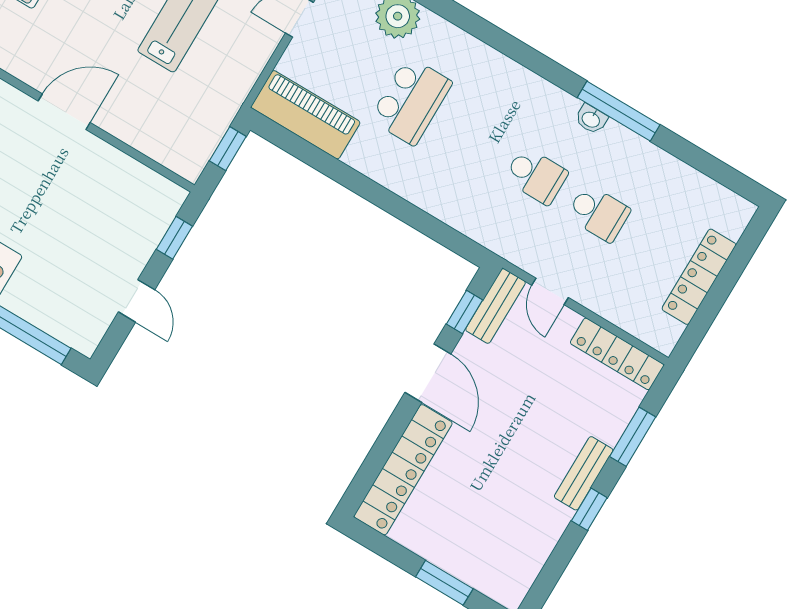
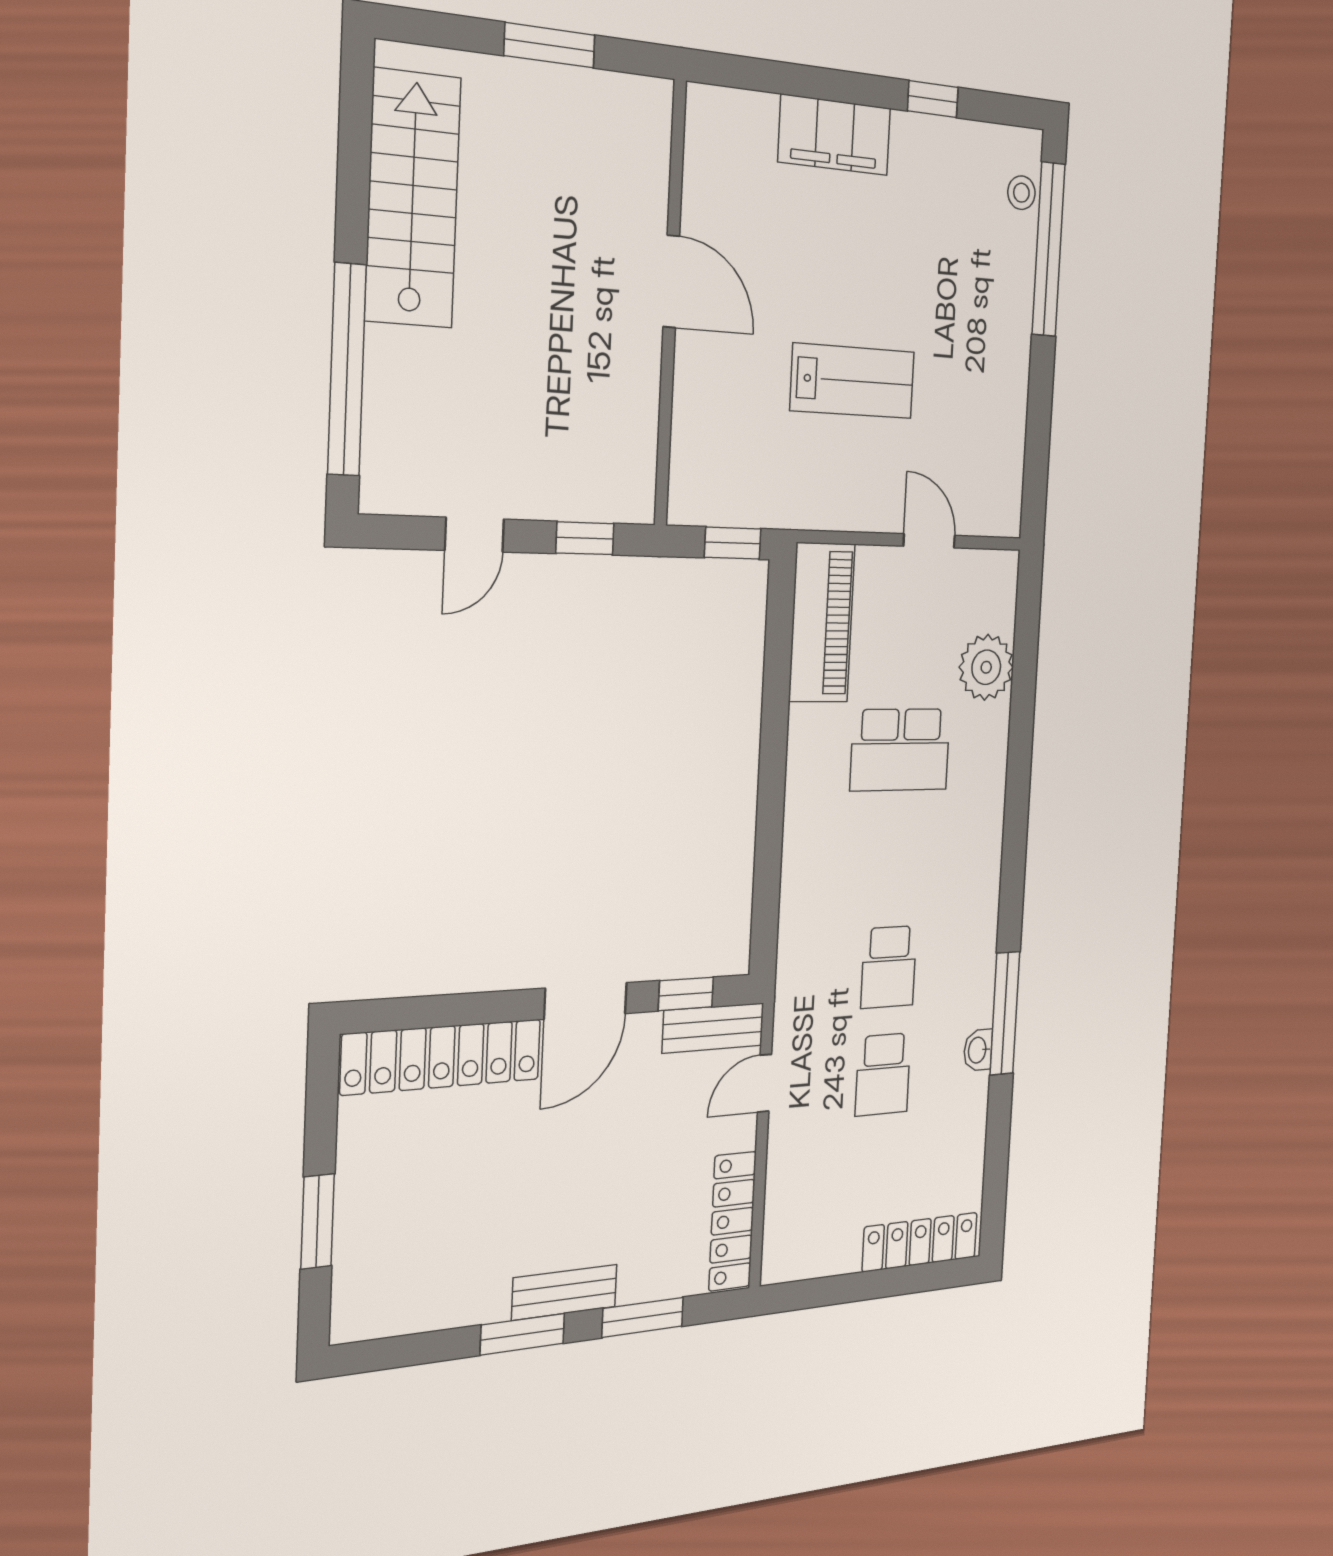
washbasin: (591, 119) -> (978, 1050), moved
locker: (699, 277) -> (920, 1242), moved
window: (589, 509) -> (523, 1334), width x1.50

